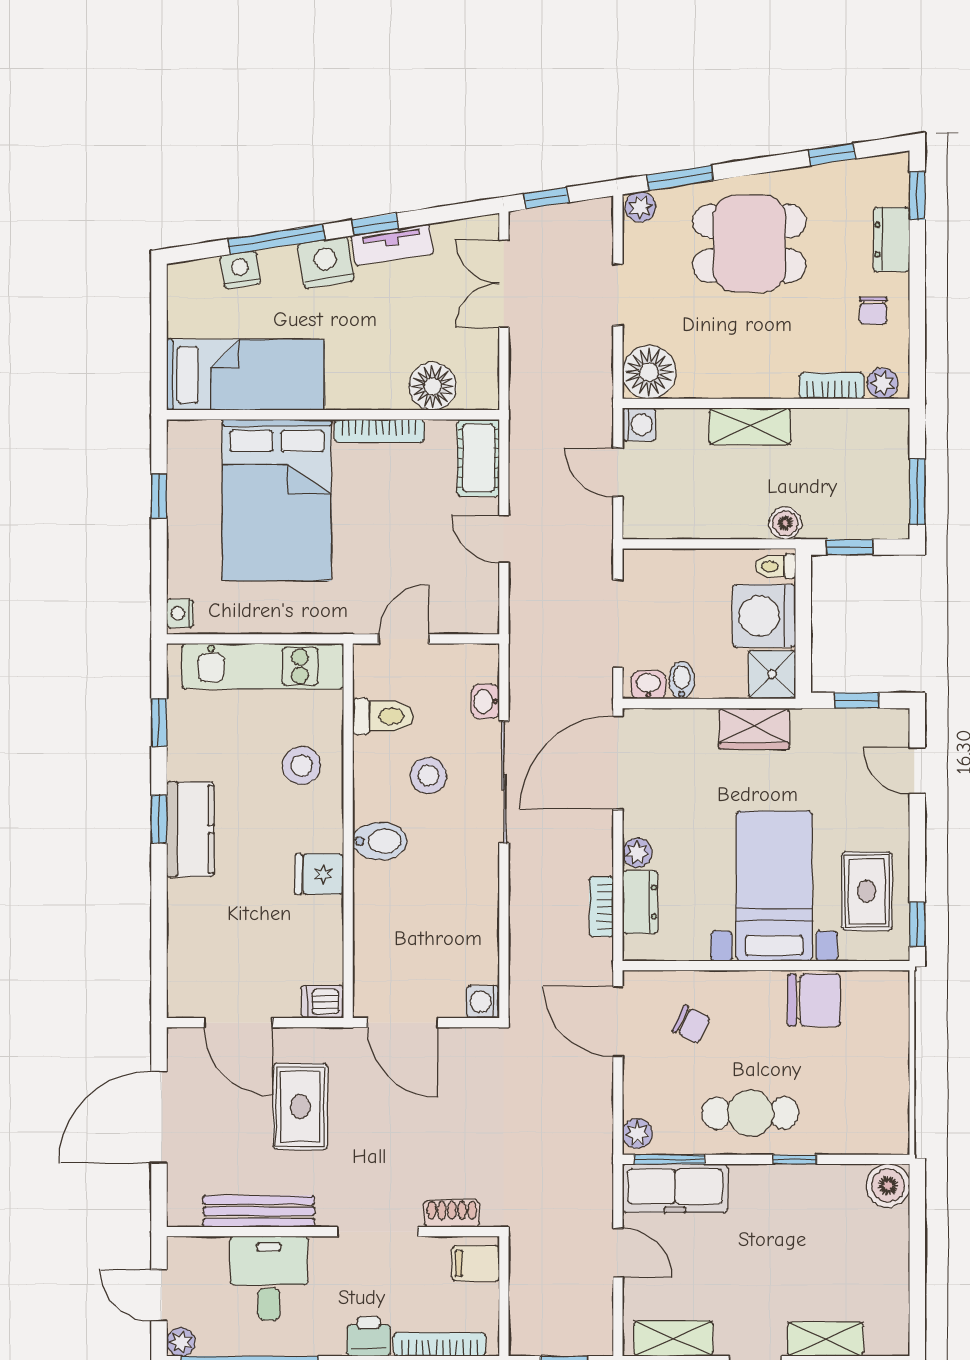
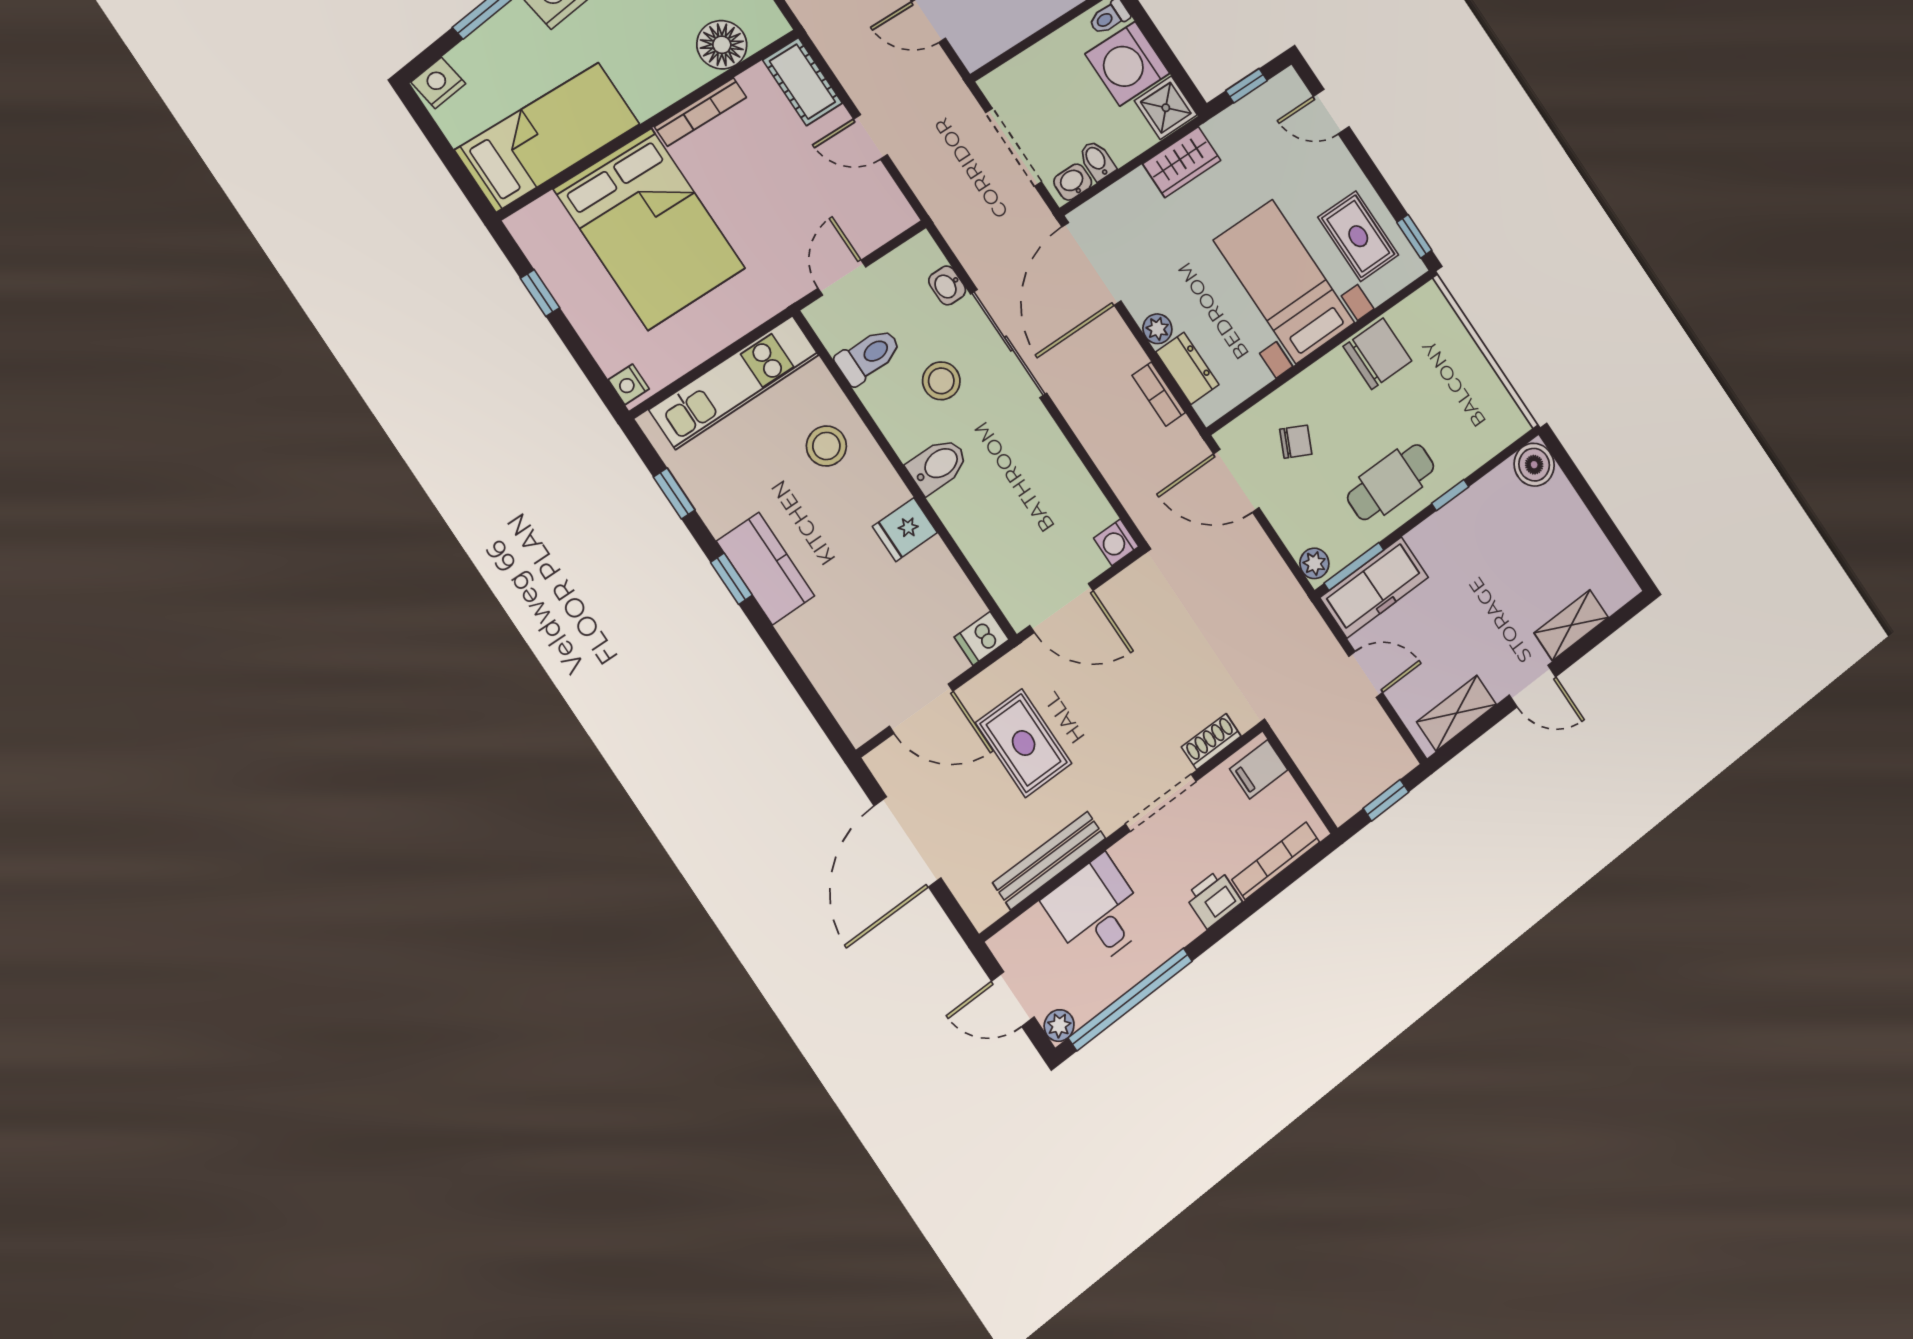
nightstand: (240, 270) -> (438, 83), moved

